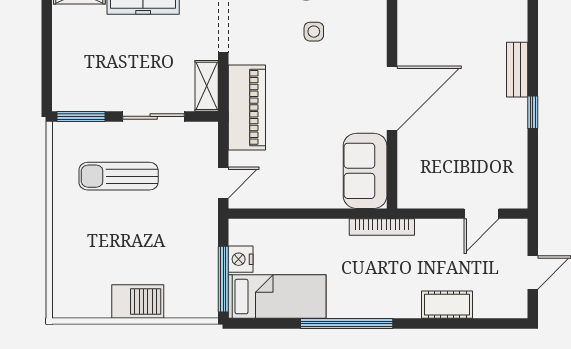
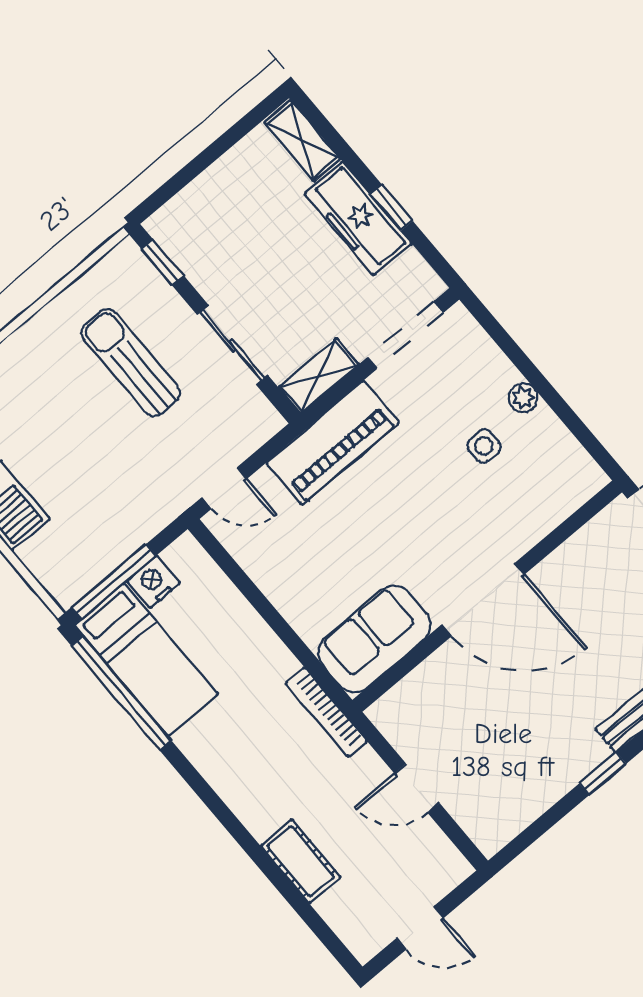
window: (81, 116) -> (162, 262), width x0.67
door: (482, 214) -> (417, 788), moved
window: (347, 324) -> (121, 693), moved

